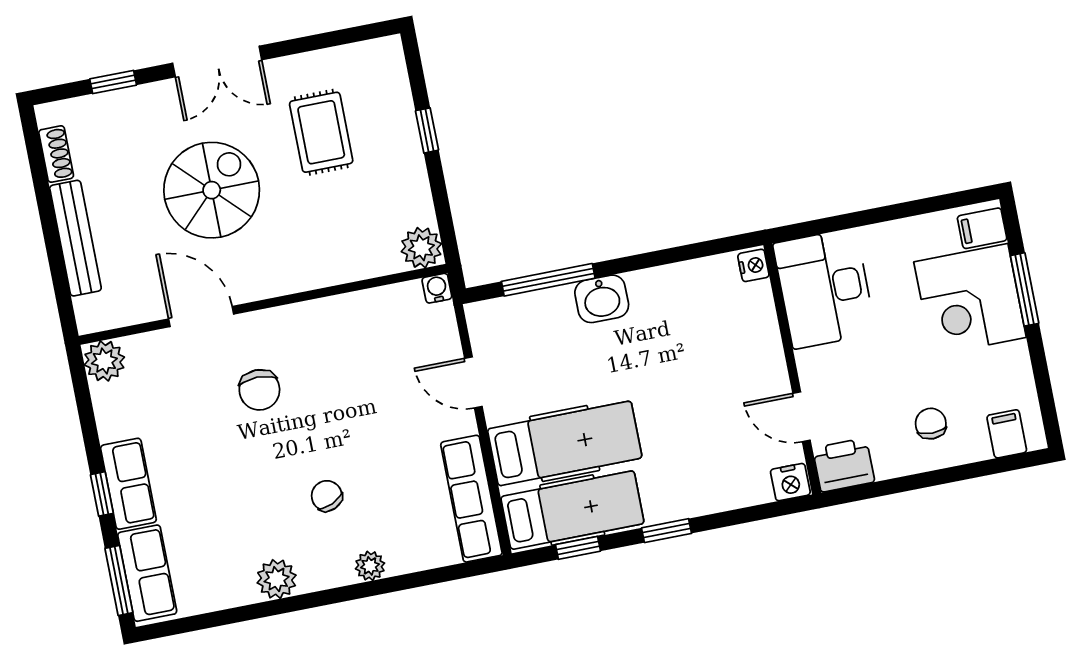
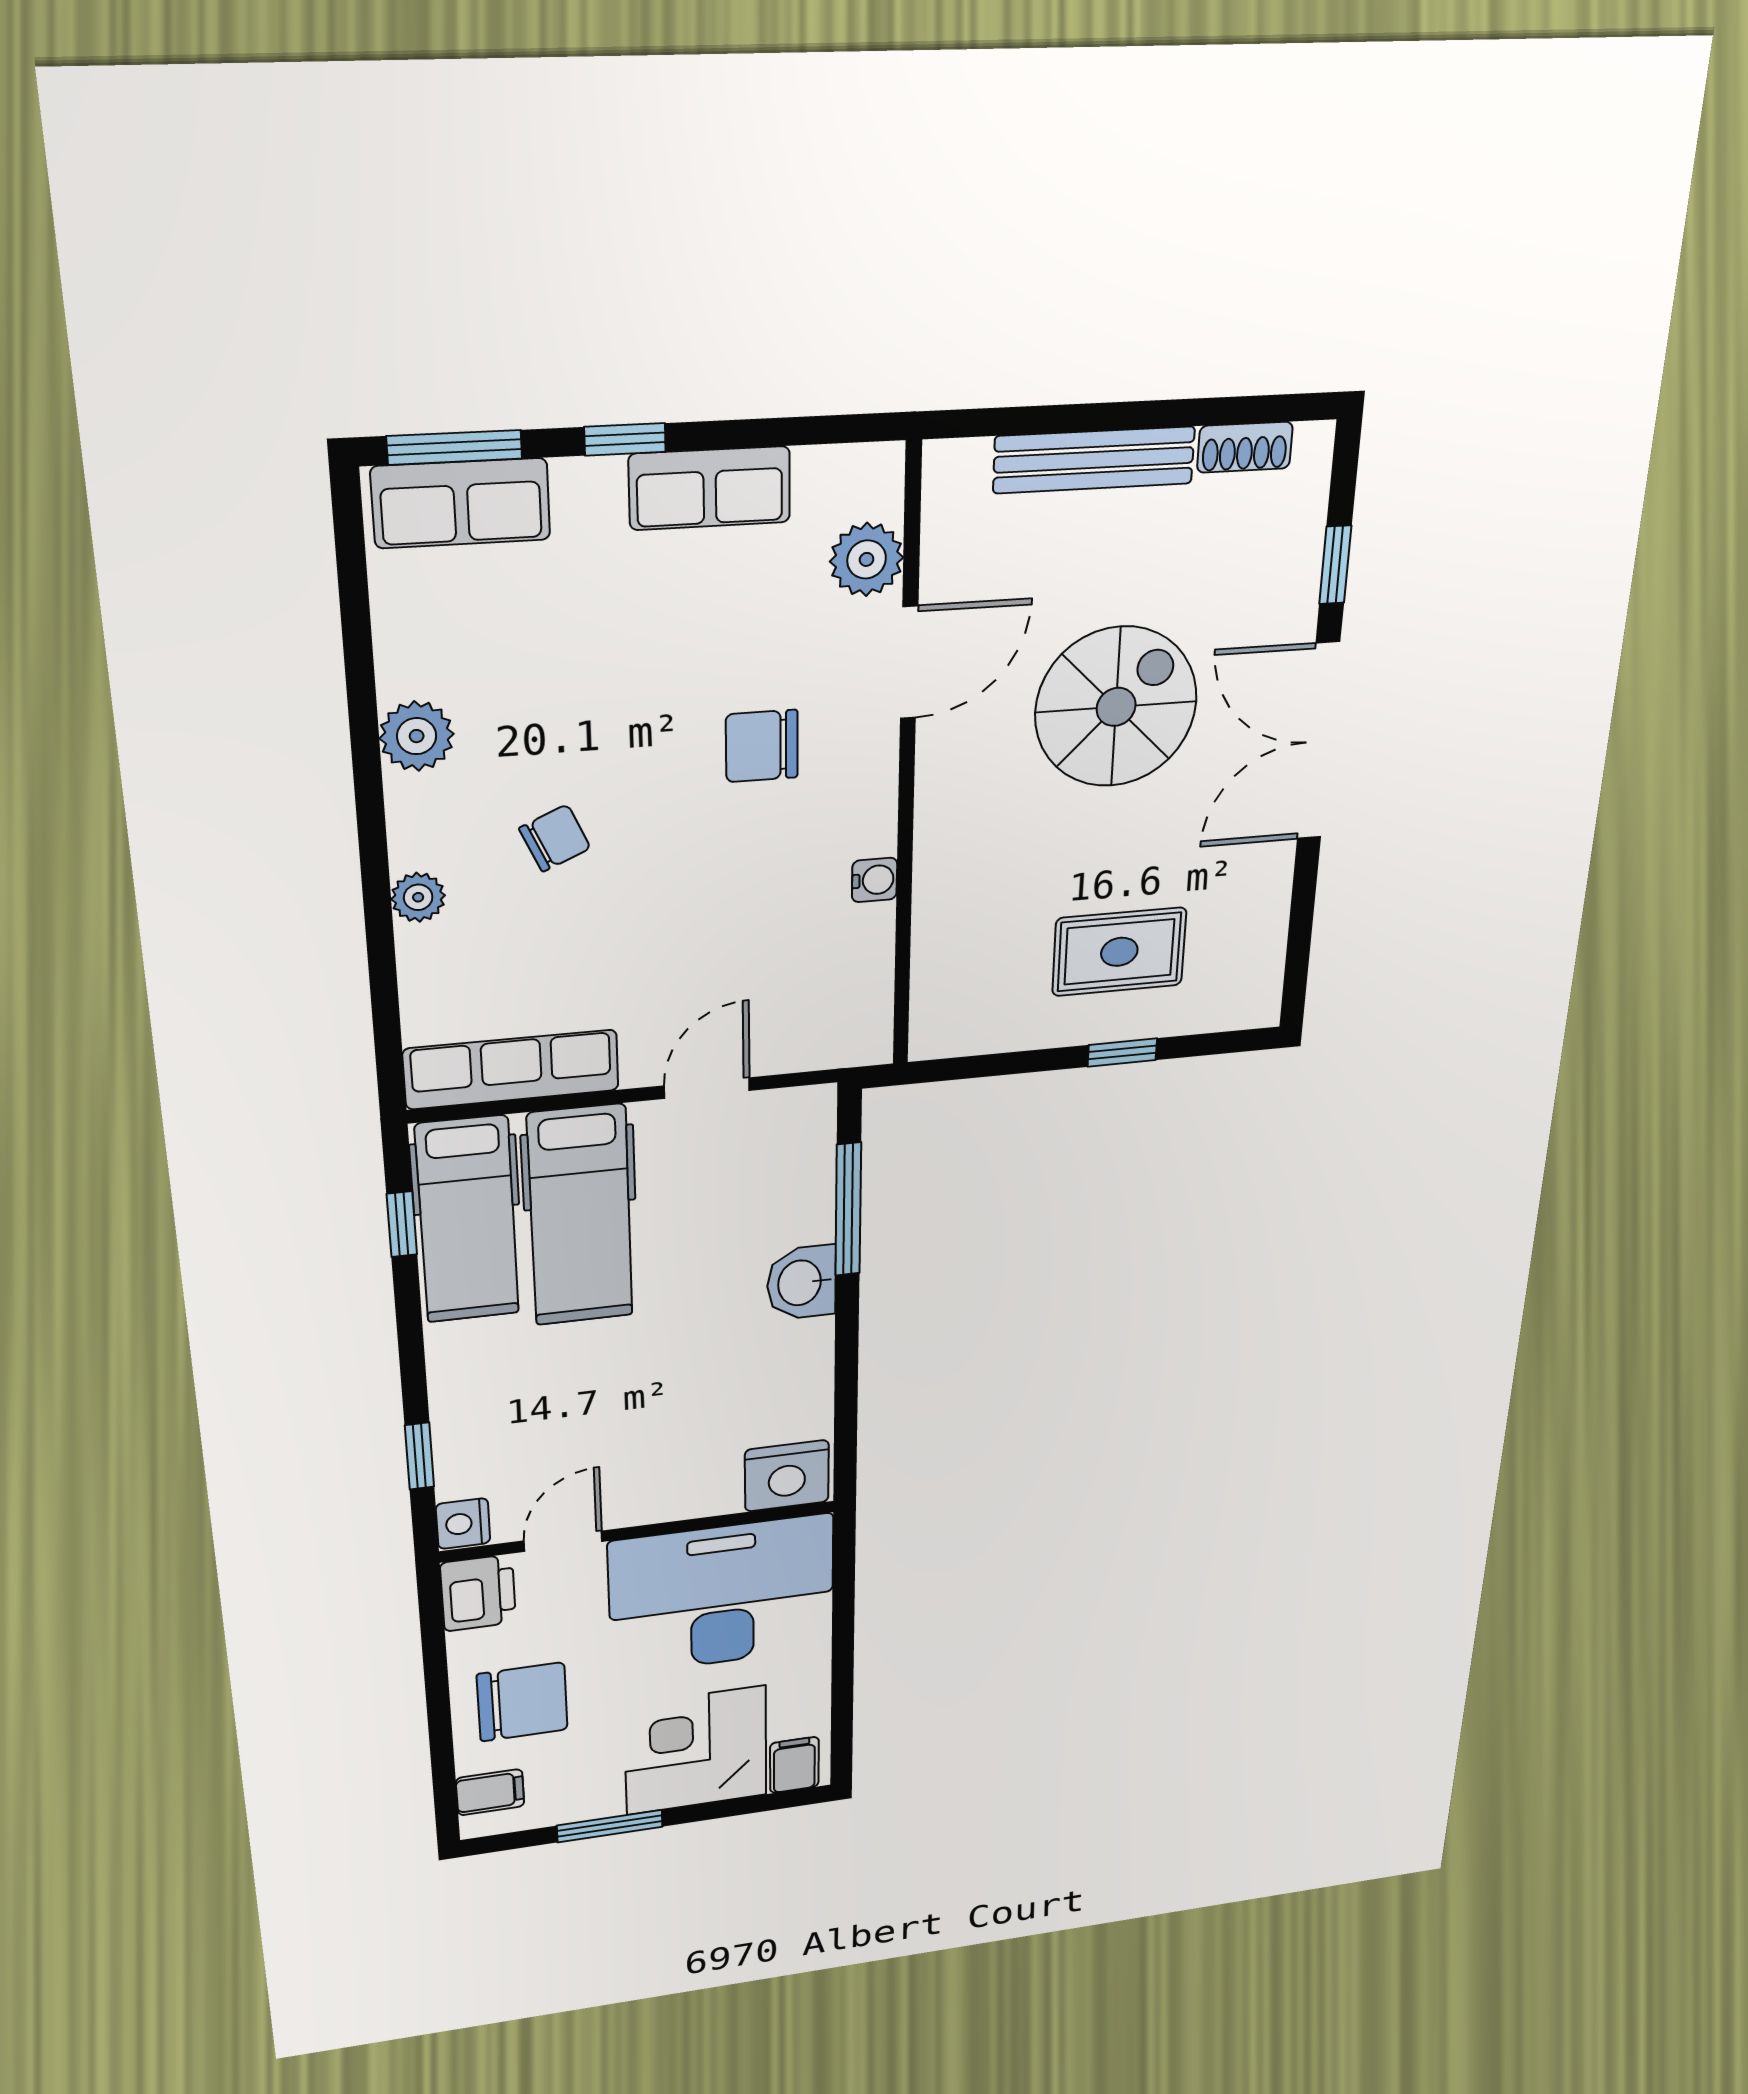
double door: (217, 62) -> (1318, 742), width x1.37
rug: (321, 132) -> (1119, 952), moved
spiral stairs: (212, 190) -> (1116, 707), turned -90
plant: (421, 248) -> (942, 1028), removed
nightstand: (753, 265) -> (787, 1476), width x1.89, depth x1.79
water cooler: (437, 288) -> (875, 880), moved
desk: (824, 288) -> (722, 1595), width x1.36, depth x1.30
window: (1025, 289) -> (610, 1826), moved
plant: (104, 361) -> (867, 559), moved
chair: (931, 424) -> (522, 1702), width x1.87, depth x1.87
row of seats: (128, 484) -> (710, 488), moved
window: (666, 531) -> (419, 1456), moved

